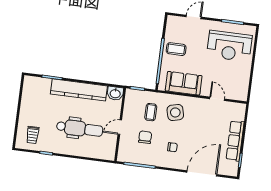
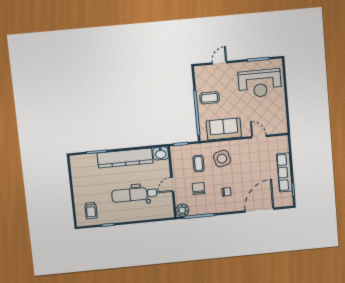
dental chair: (80, 129) -> (134, 194), turned 180
plant: (124, 155) -> (182, 210), added

